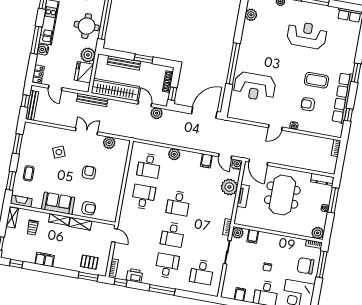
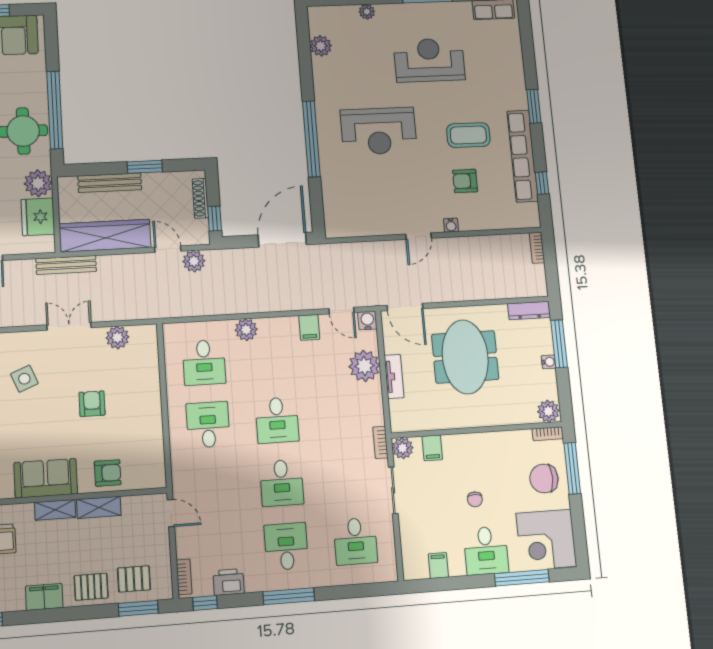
reception desk: (255, 87) -> (379, 131), moved
pallet: (68, 261) -> (91, 587), added

